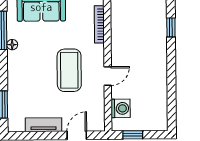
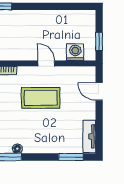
tv unit: (43, 125) -> (89, 136), moved

